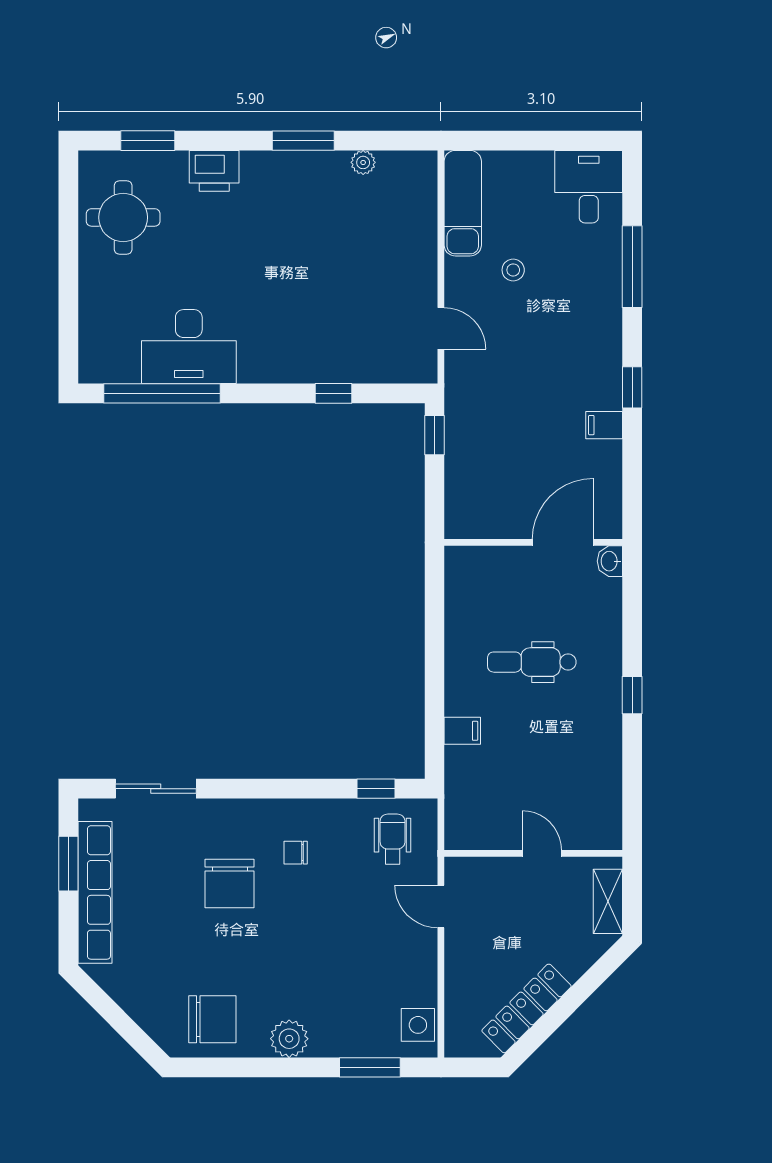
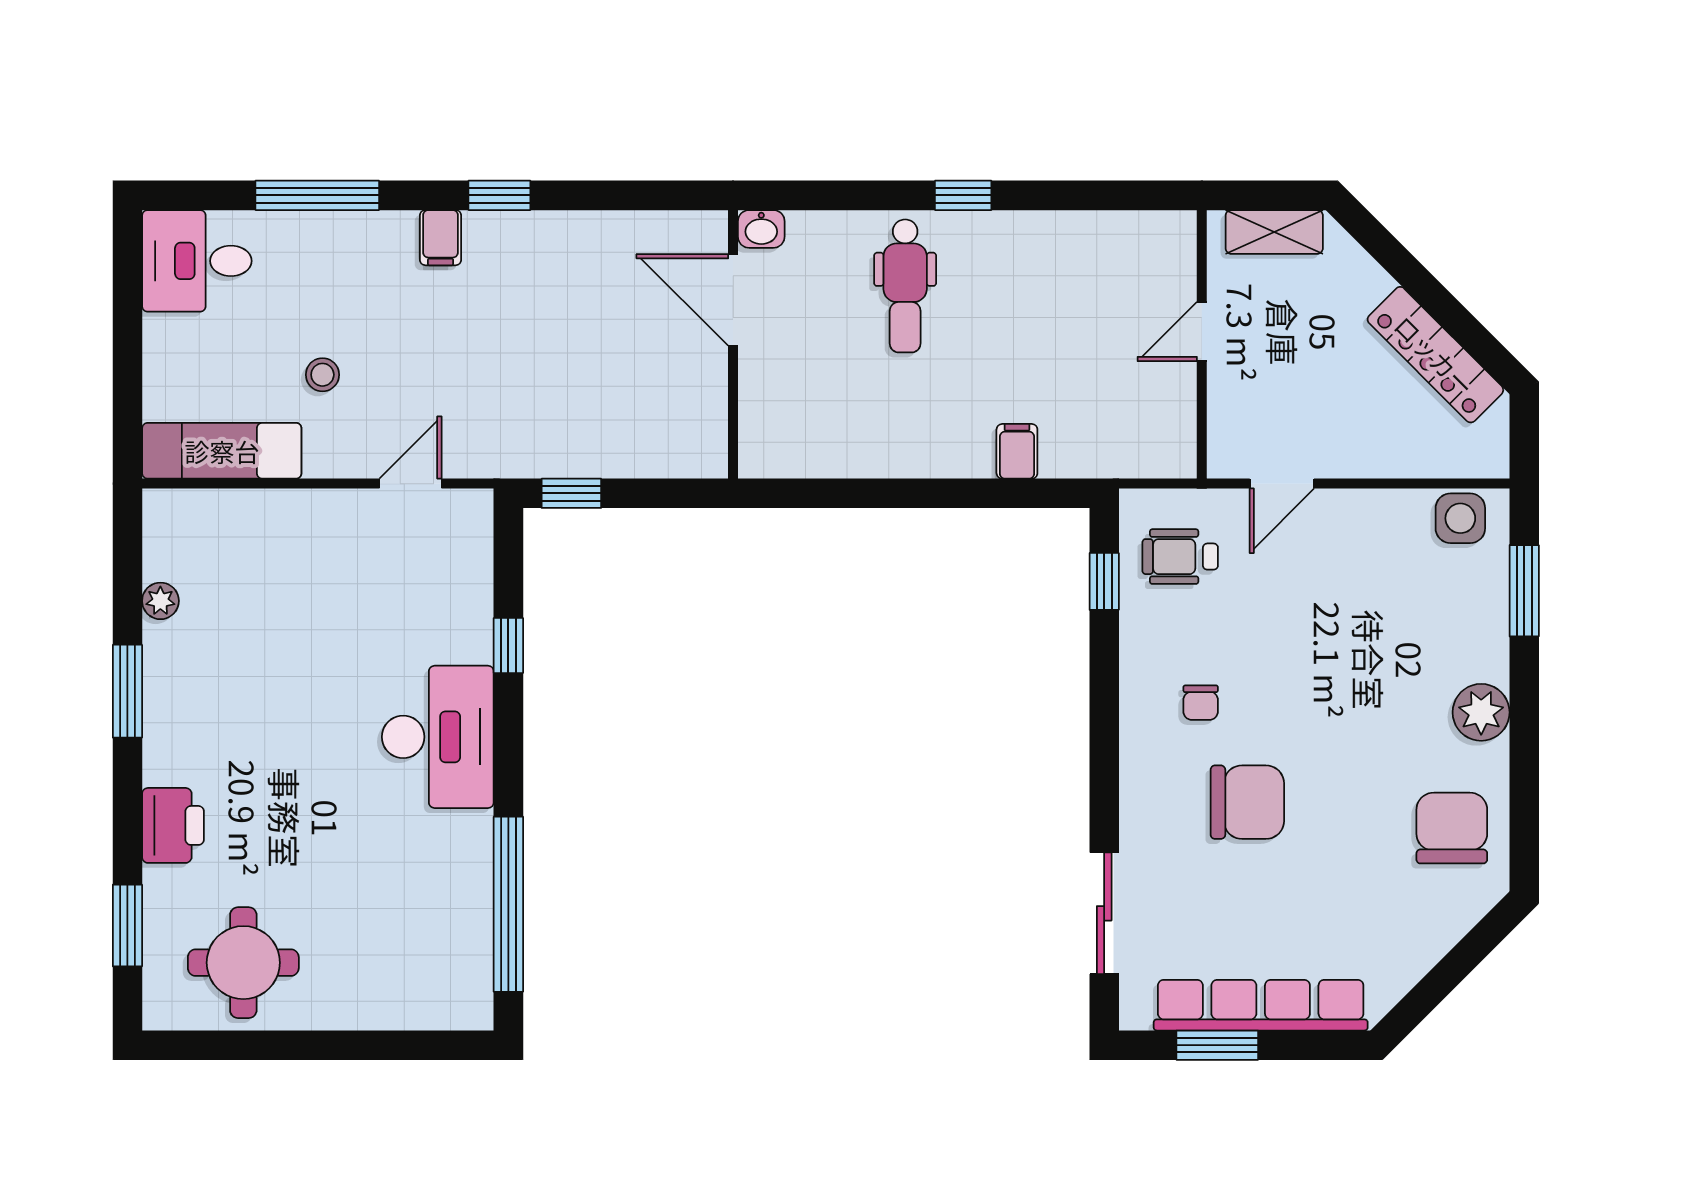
desk: (189, 347) -> (438, 737), moved
filing cabinet: (604, 425) -> (441, 238), moved
dental chair: (532, 662) -> (905, 286), moved

